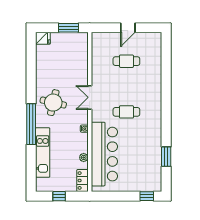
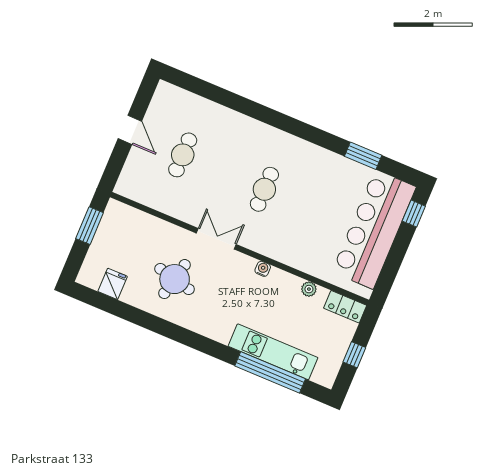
fridge: (43, 38) -> (113, 284), moved
double door: (90, 97) -> (216, 239), swing flipped
round table: (53, 103) -> (175, 279), moved
window: (31, 124) -> (270, 372), moved
bar counter: (104, 154) -> (374, 229), moved, turned -90

